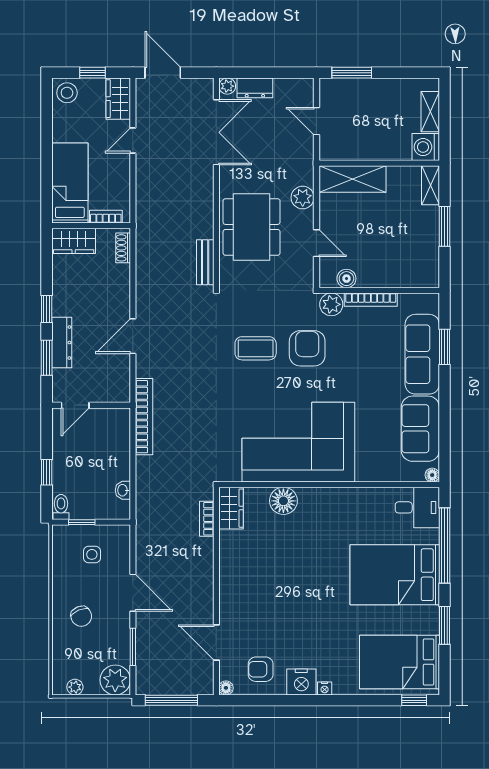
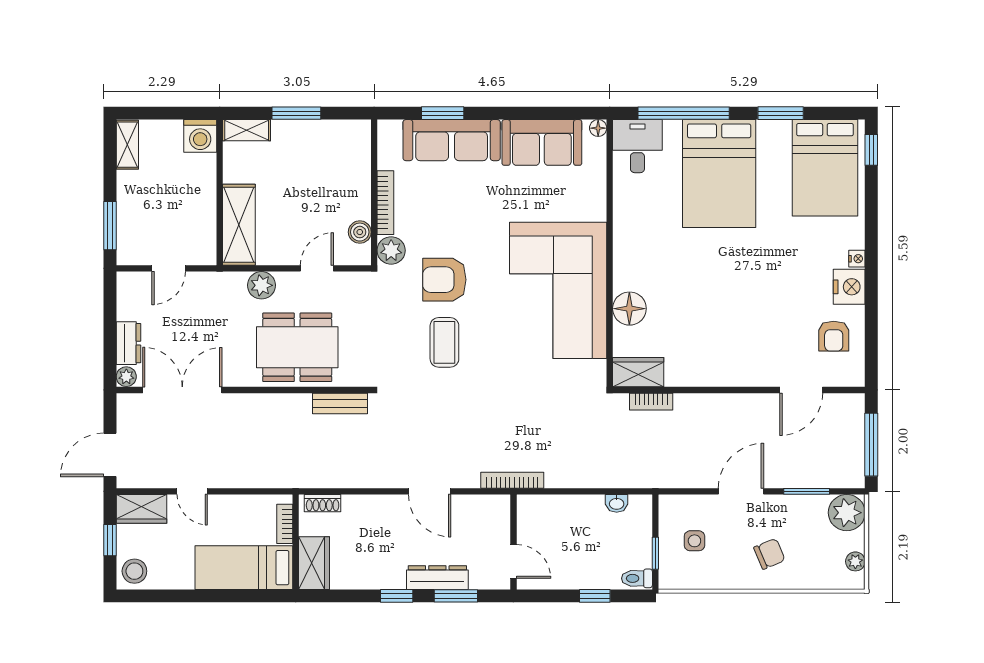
shelving: (430, 112) -> (127, 145), moved, turned 90
bookcase: (144, 417) -> (512, 480), width x0.68, depth x0.76
floor lamp: (226, 688) -> (856, 378), removed

